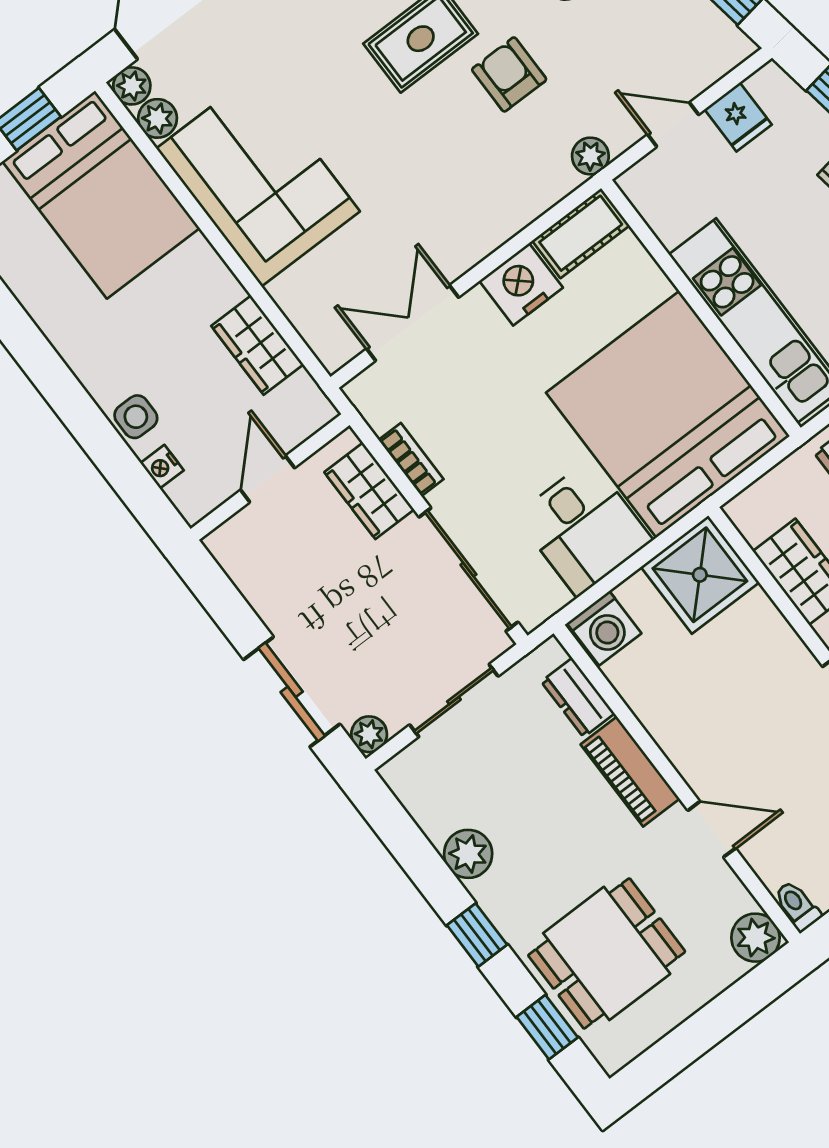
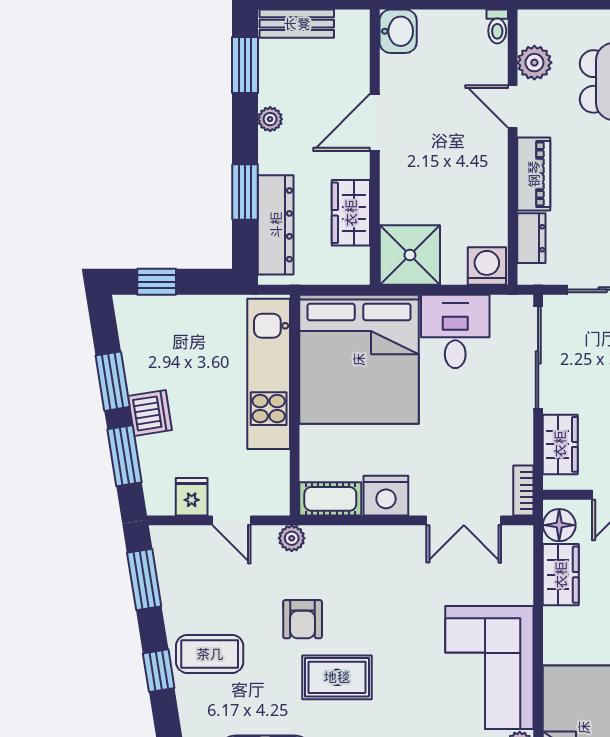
floor lamp: (301, 399) -> (559, 525), added
bookcase: (411, 460) -> (523, 491), moved
plant: (755, 938) -> (534, 63), moved

